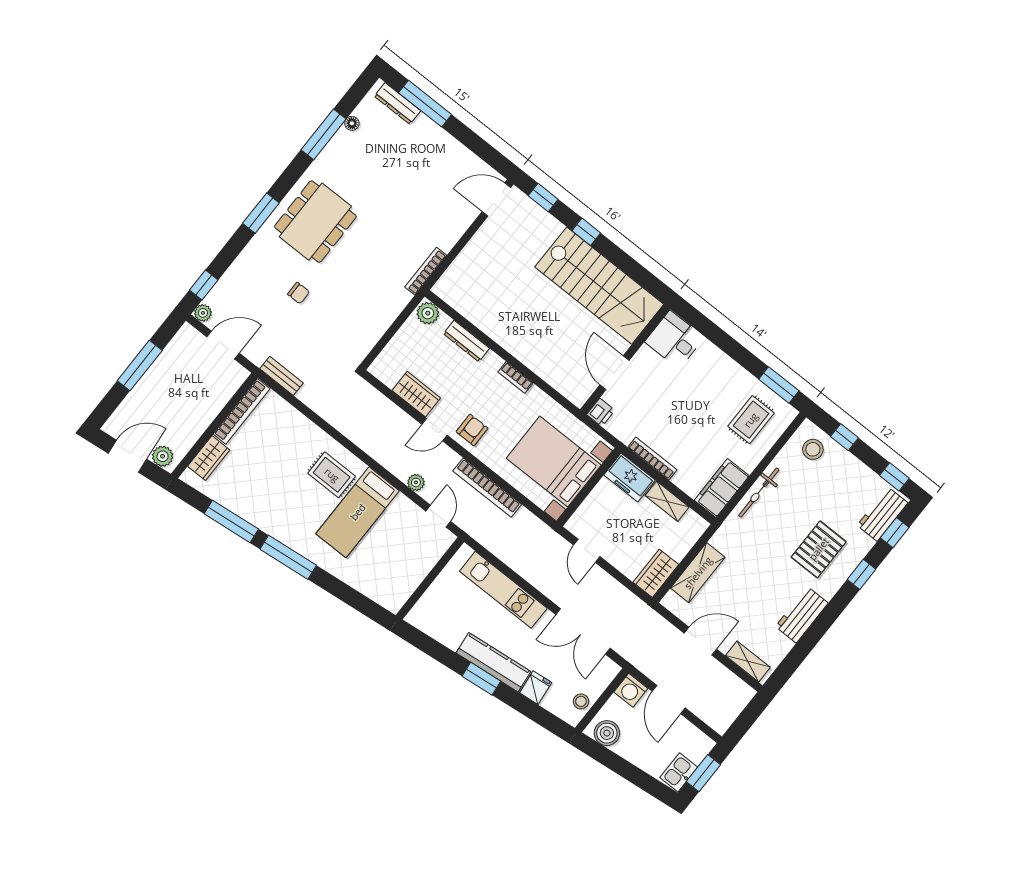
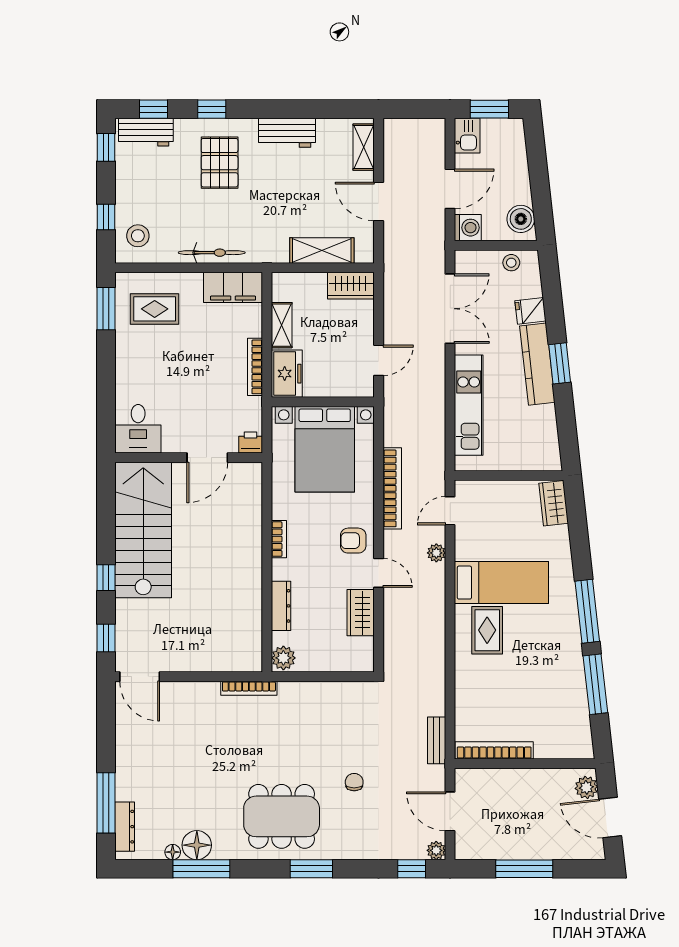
floor lamp: (343, 145) -> (197, 845), added
wardrobe: (209, 458) -> (554, 503), moved, turned -96
pallet: (819, 549) -> (220, 163), turned 90
kitchen sink: (679, 772) -> (467, 136), moved, turned -90

